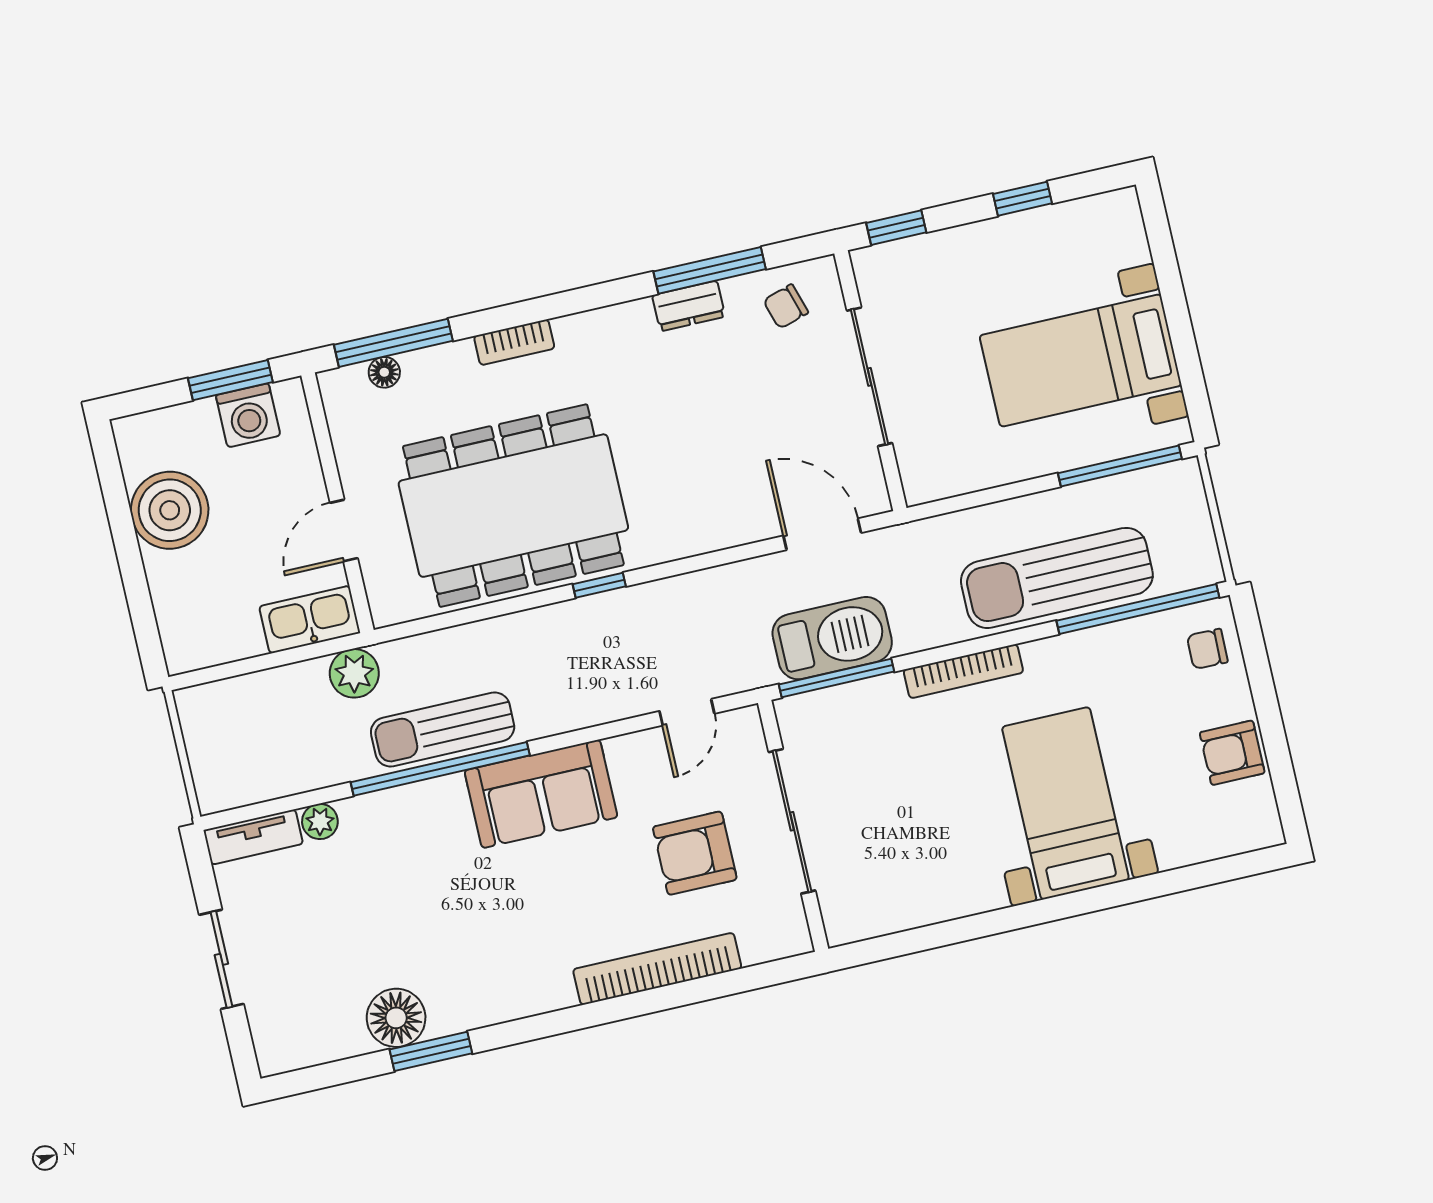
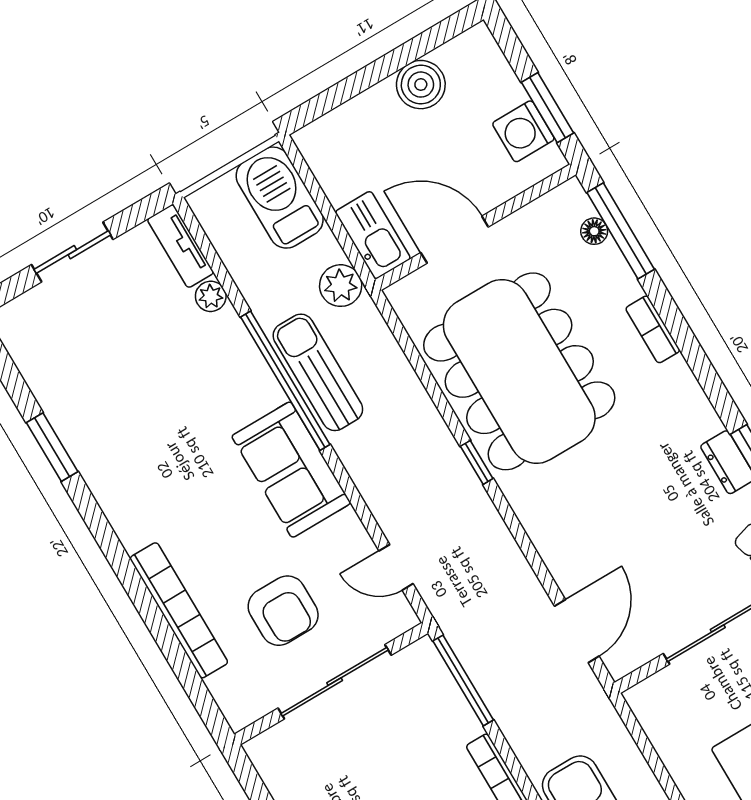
boiler: (170, 510) -> (421, 85), width x0.73, depth x0.73
door: (344, 530) -> (454, 240), width x1.37
barbecue: (832, 638) -> (280, 198), moved, turned 180
armchair: (695, 853) -> (283, 611), turned 180
floor lamp: (396, 1018) -> (70, 410), removed

